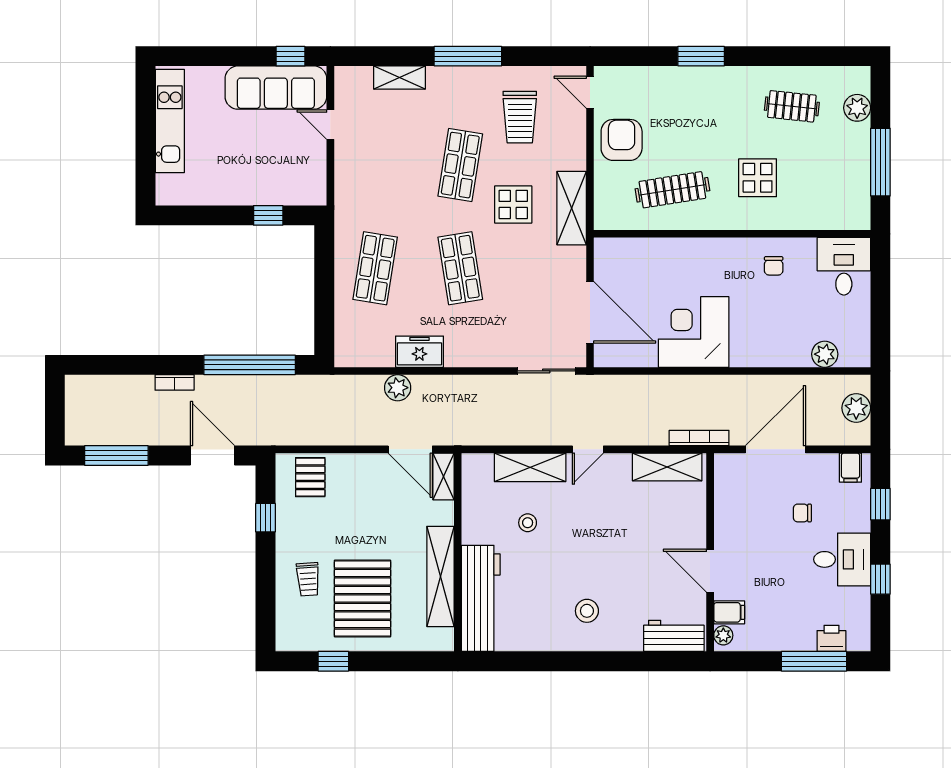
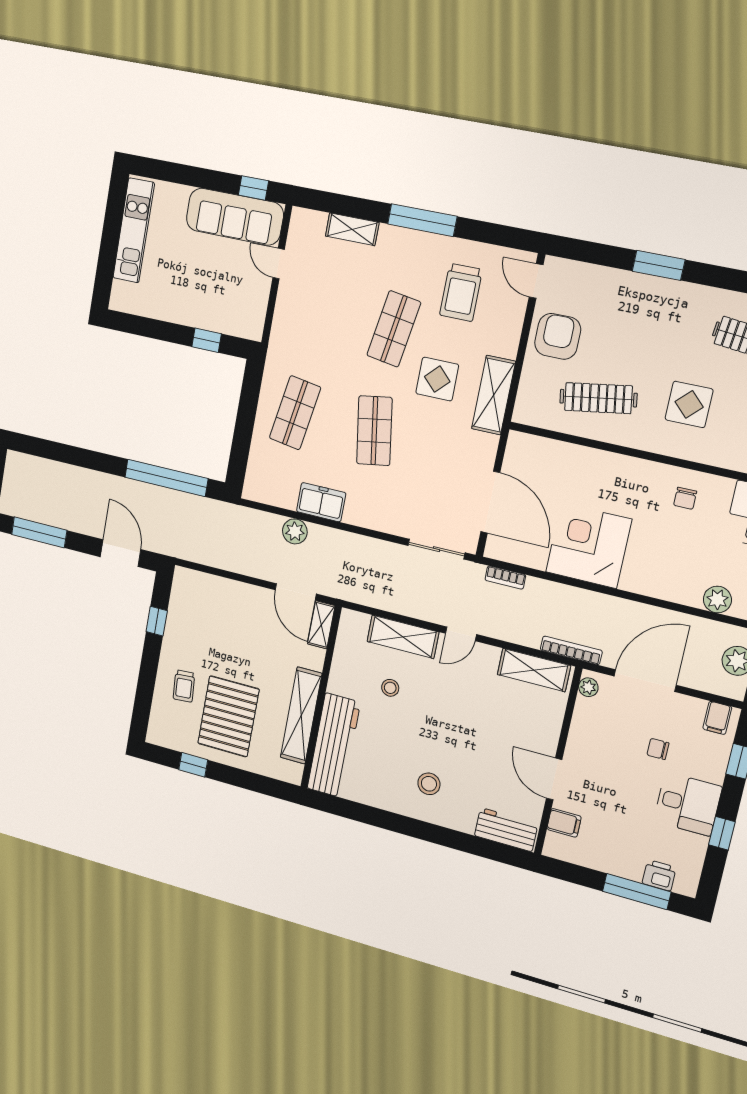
bookcase: (175, 382) -> (505, 577), moved
pallet: (310, 477) -> (202, 595), removed
plant: (723, 635) -> (588, 687), moved

